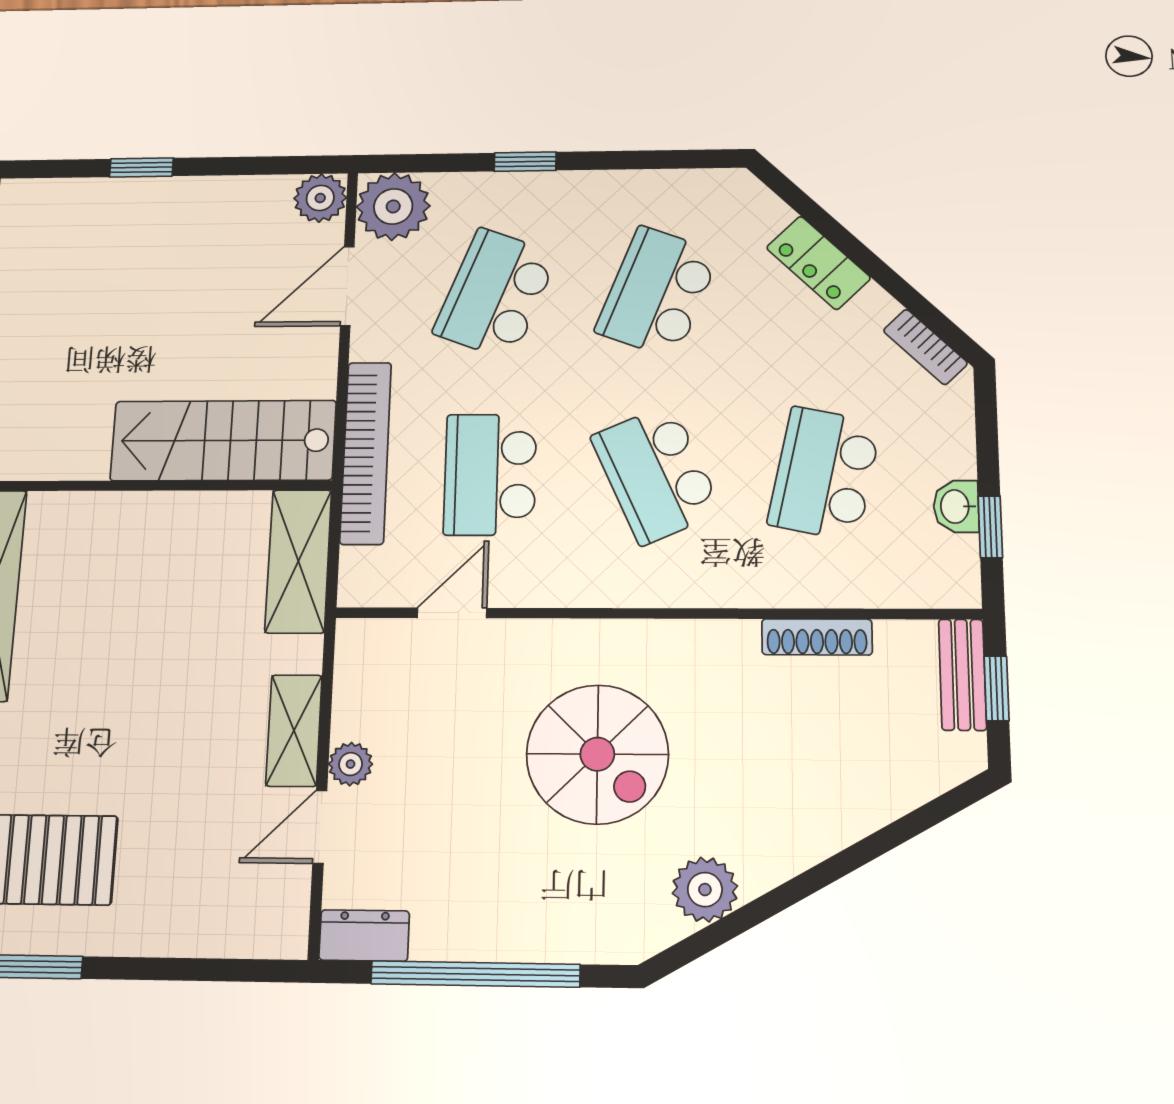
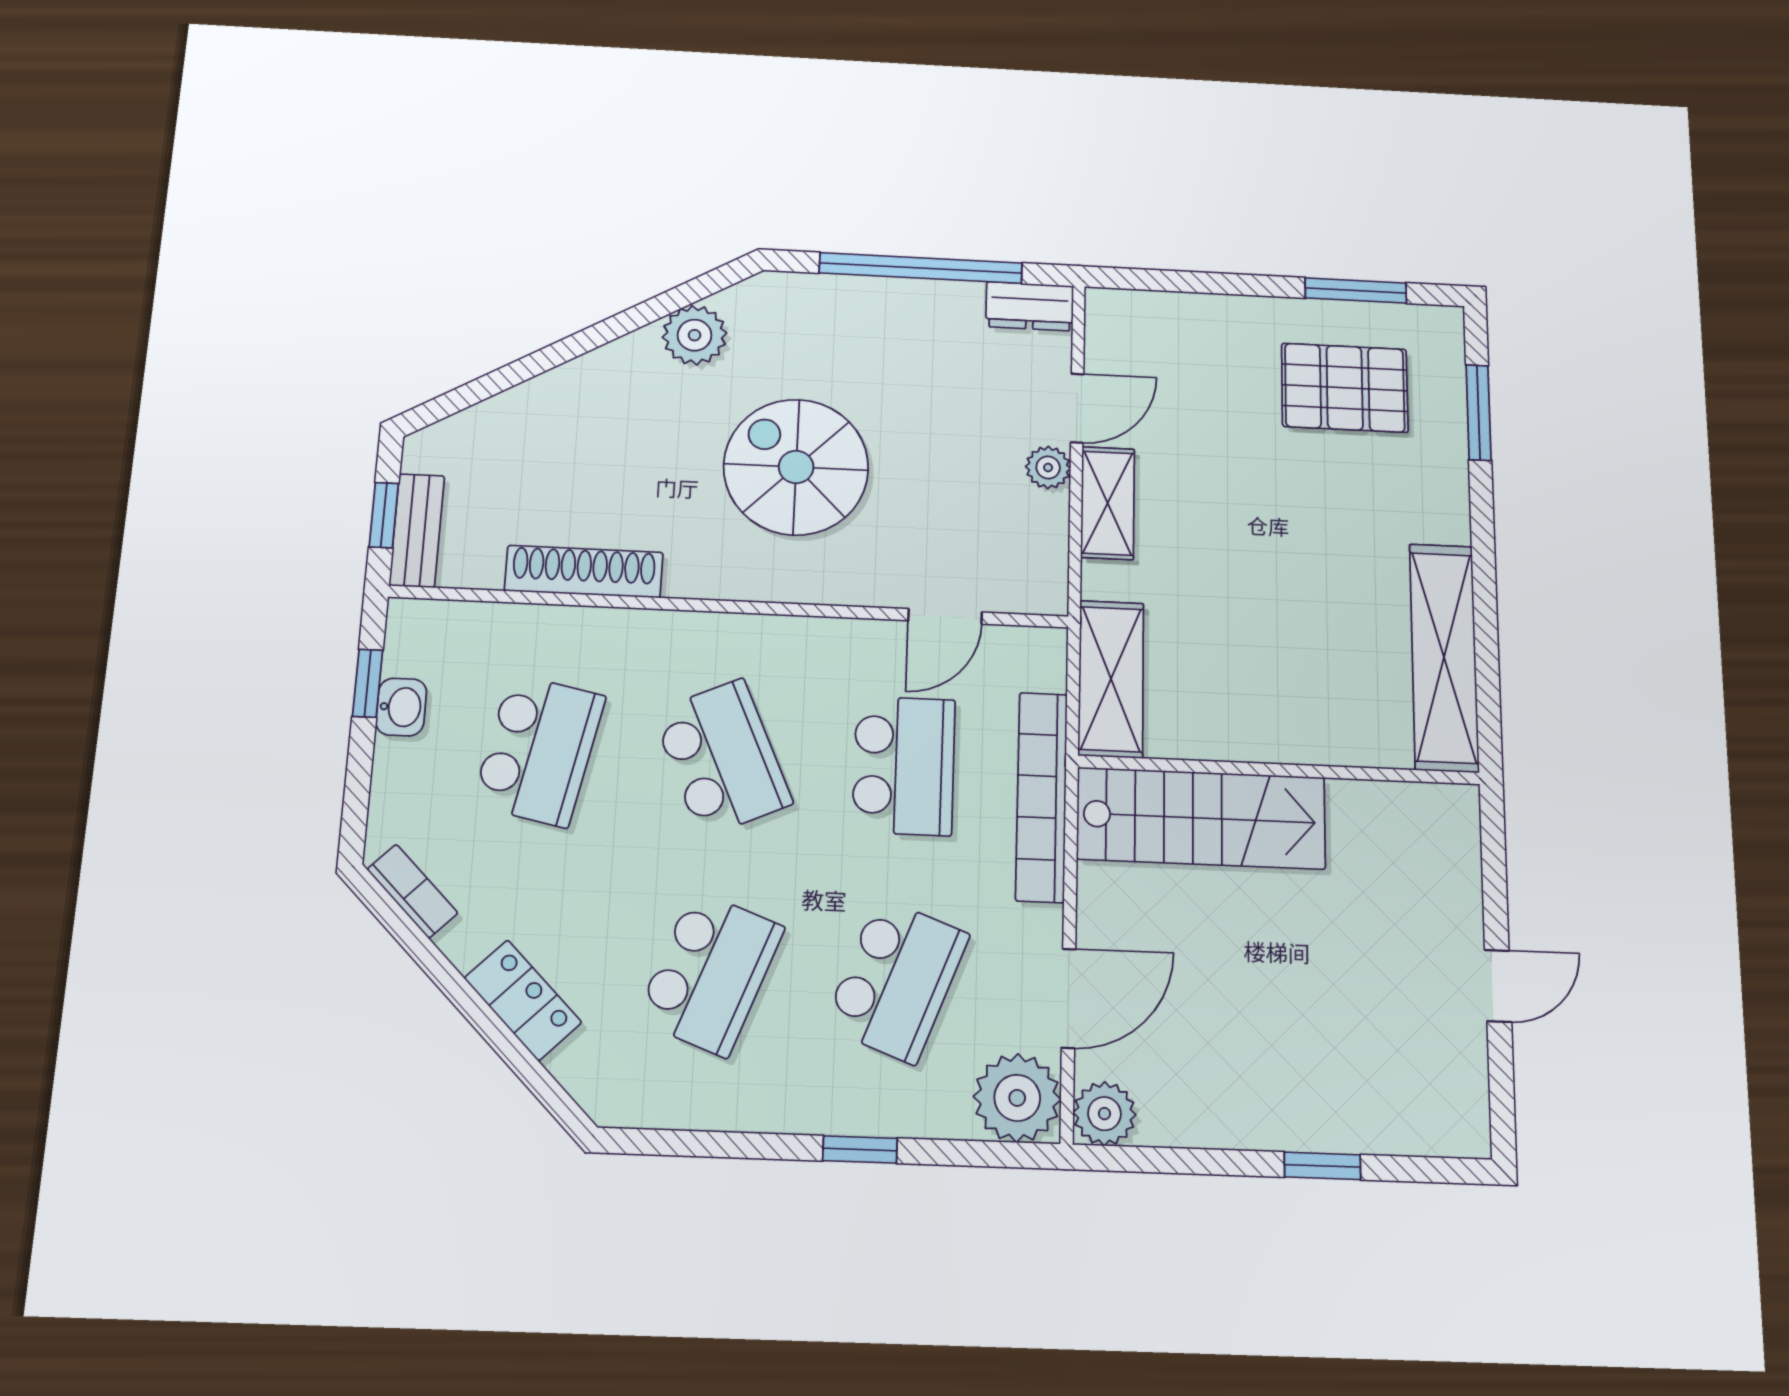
shoe rack: (817, 637) -> (584, 572), width x1.36, depth x1.24

